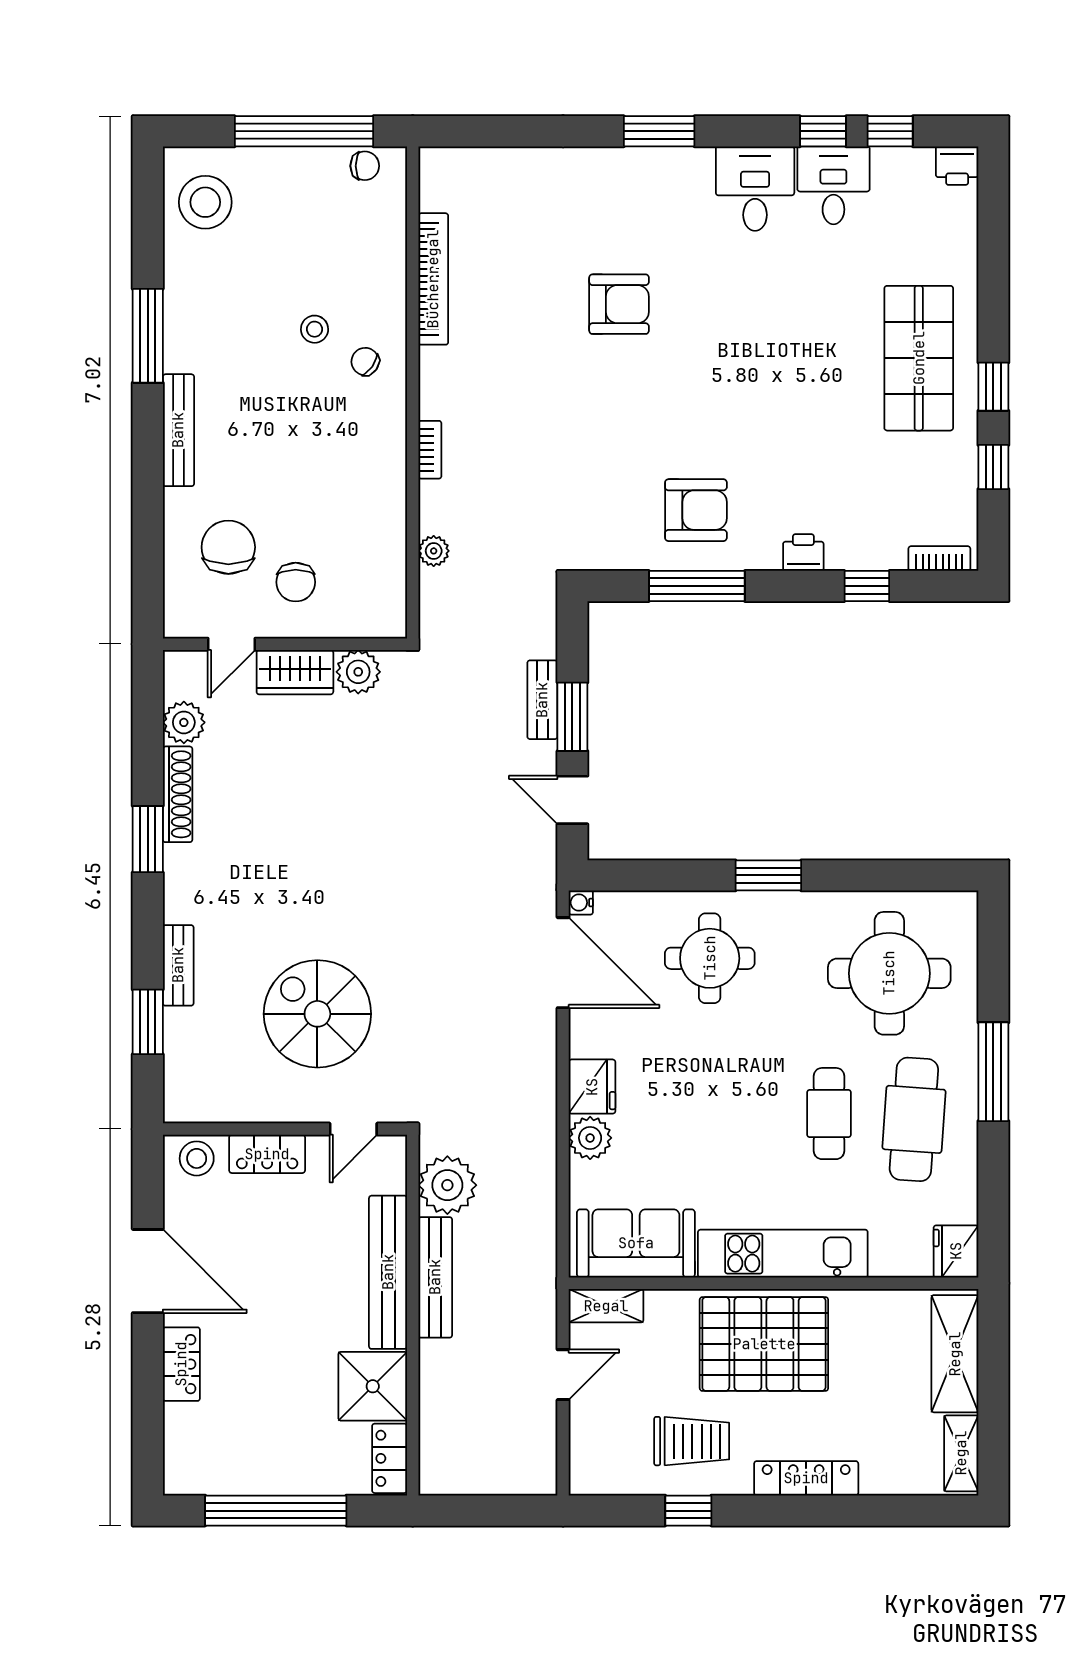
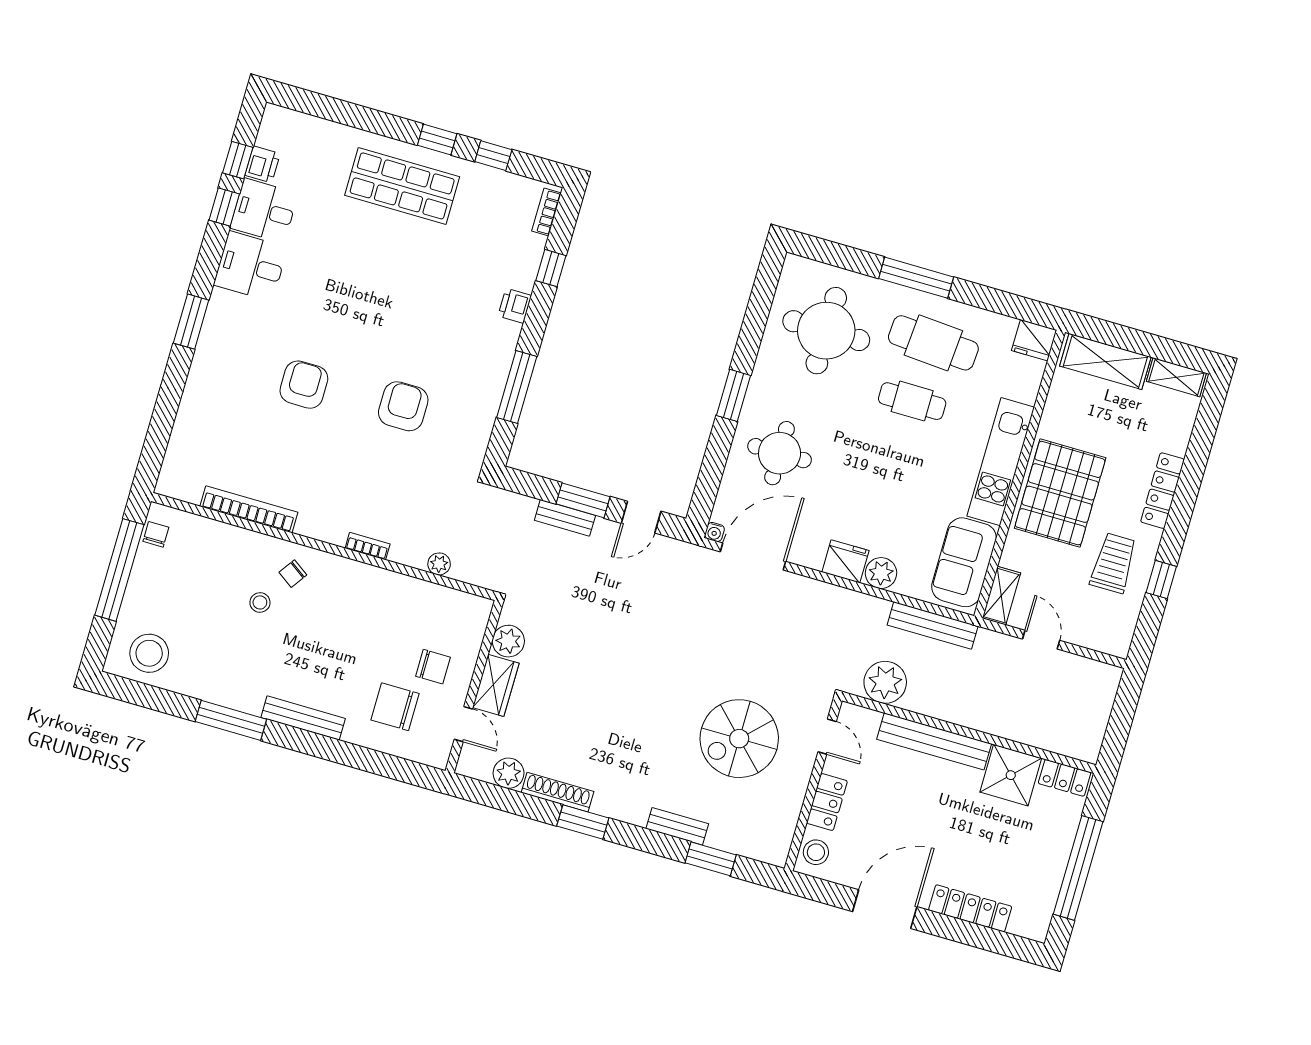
printer: (957, 166) -> (263, 164), moved
armchair: (696, 510) -> (403, 406), moved
bench: (435, 1277) -> (933, 625), moved
locker: (181, 1364) -> (970, 908), width x1.53

